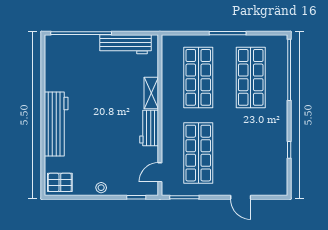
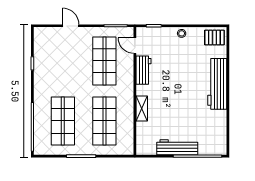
workbench: (126, 44) -> (177, 147), moved
workbench: (149, 128) -> (143, 70), moved
door: (160, 172) -> (135, 46), swing flipped

